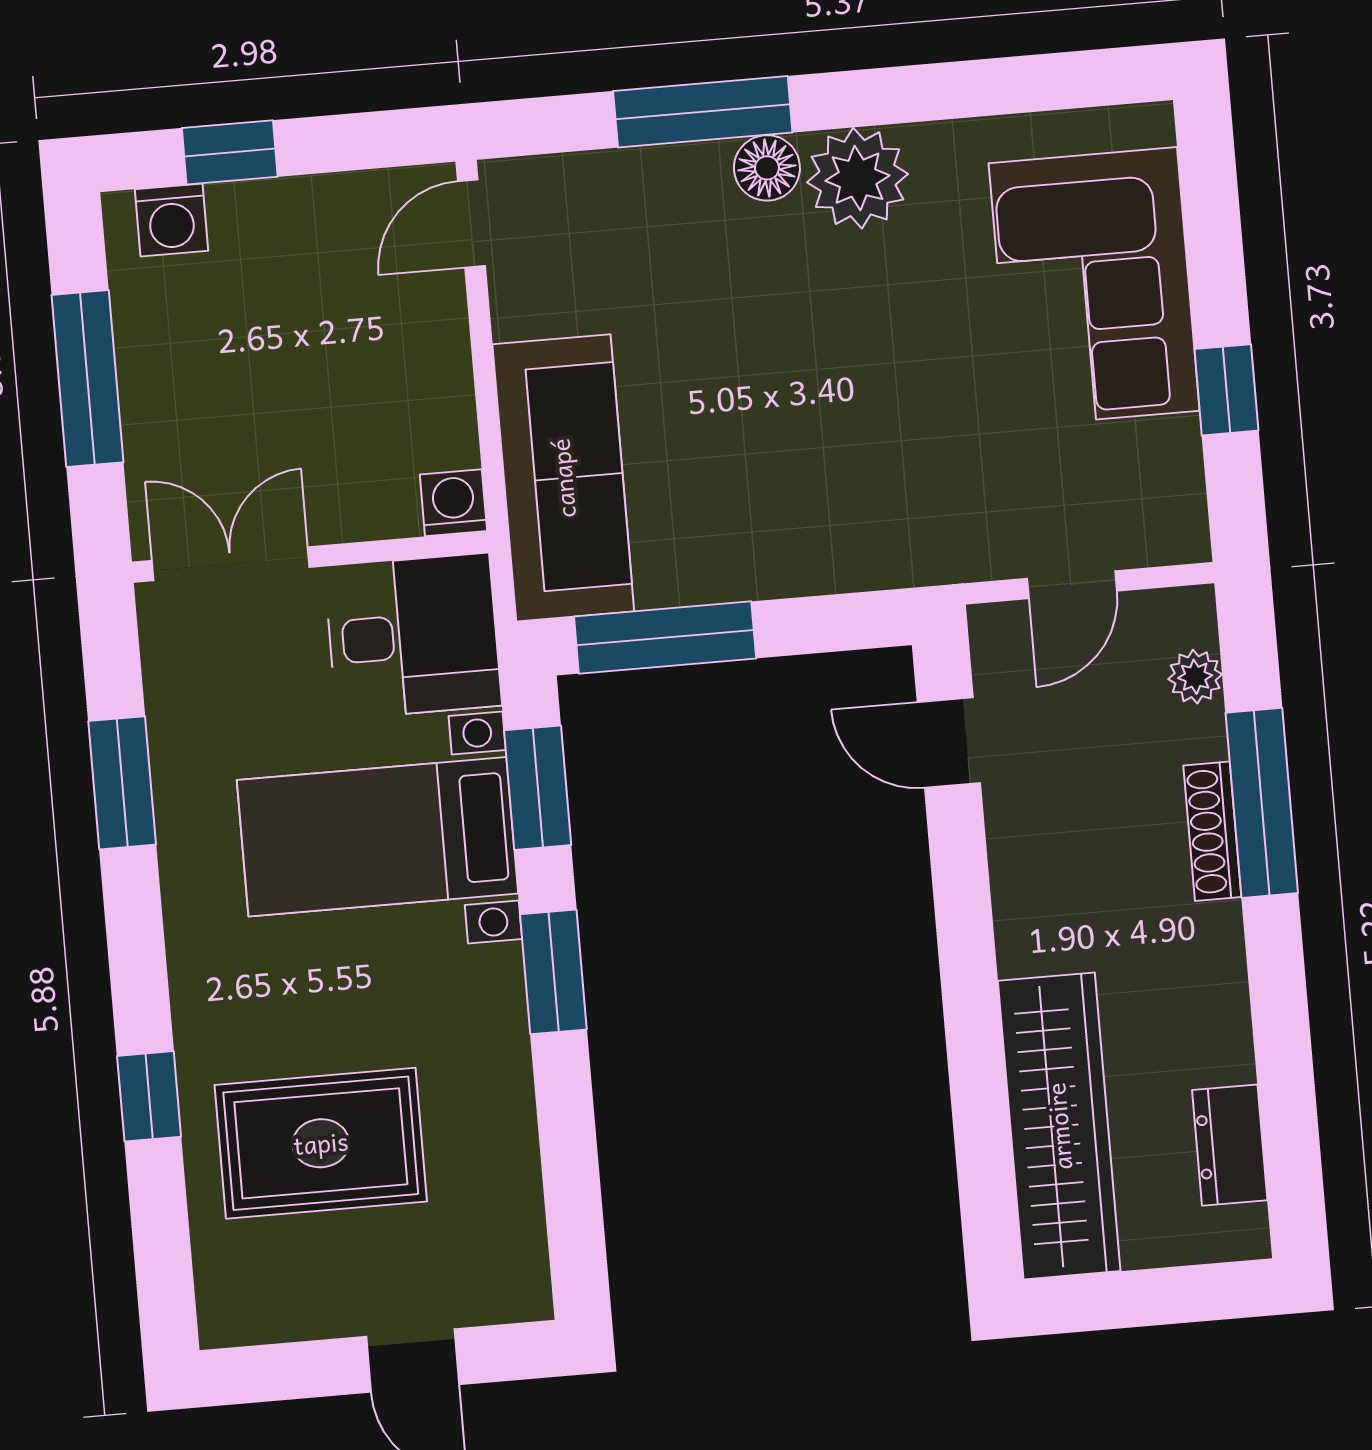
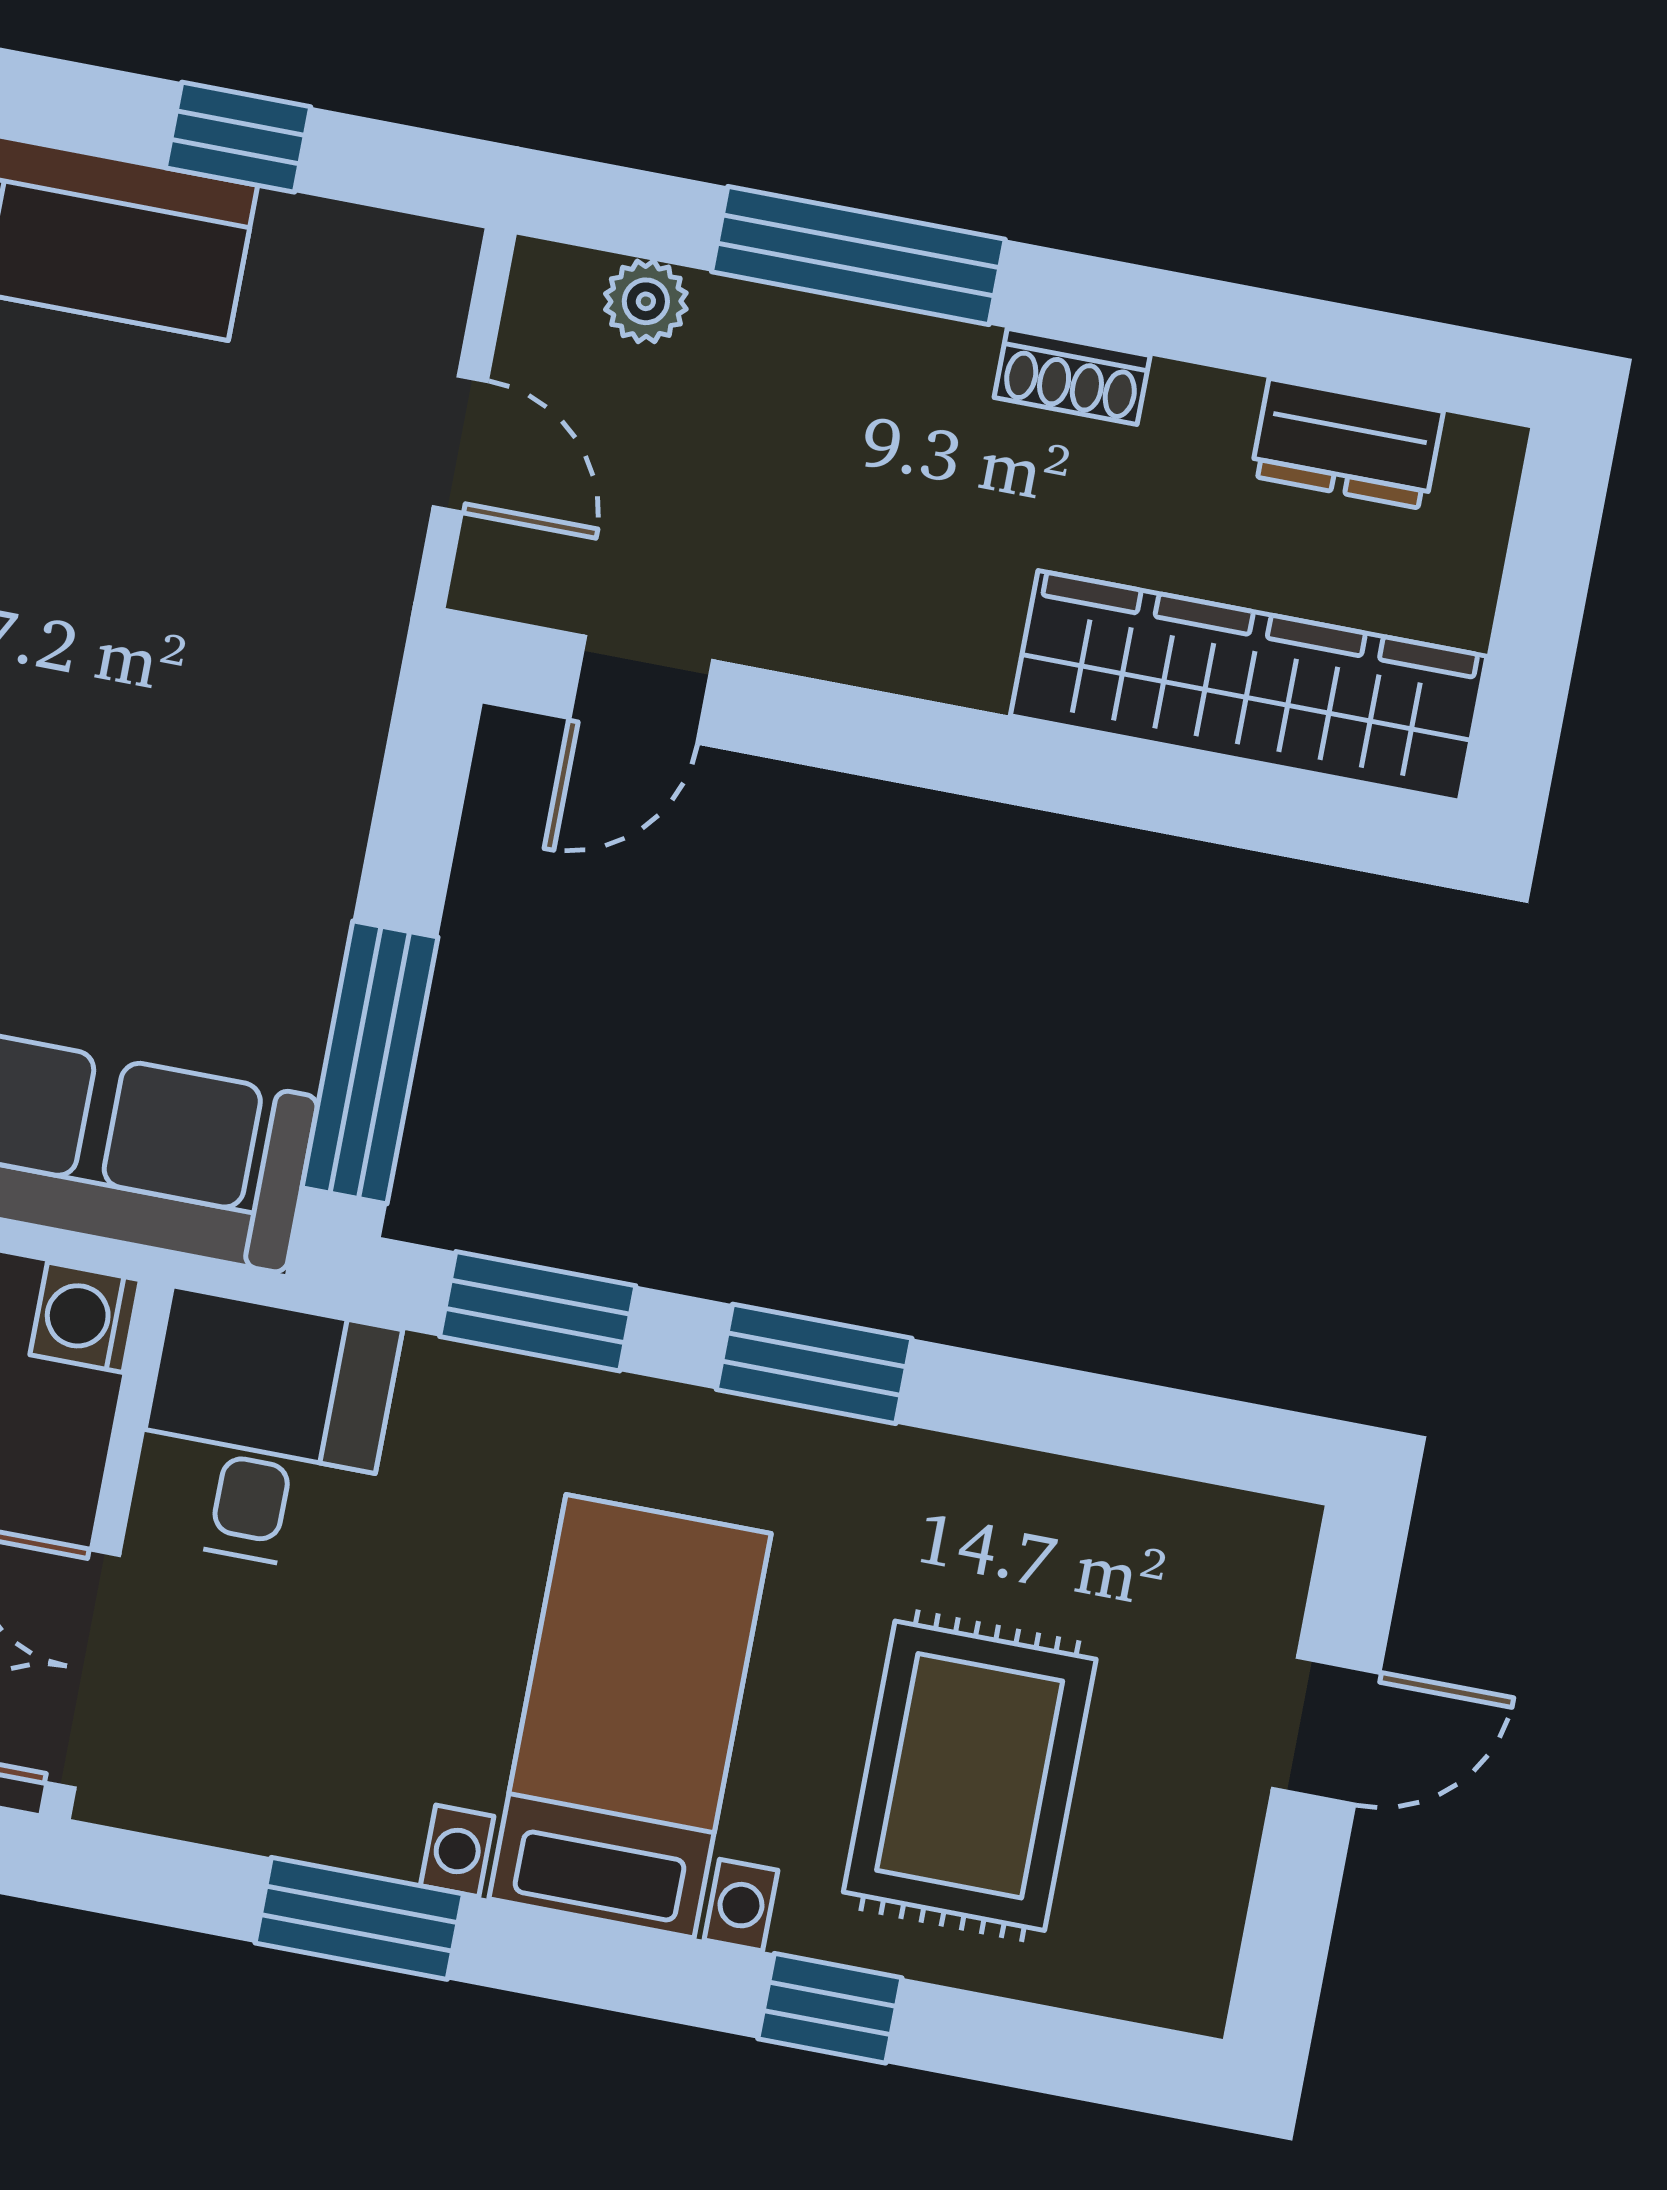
shoe rack: (1212, 831) -> (1072, 376), moved, width x0.70
bed with nightstands: (378, 837) -> (630, 1716), moved, turned 180

